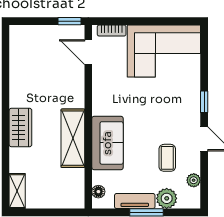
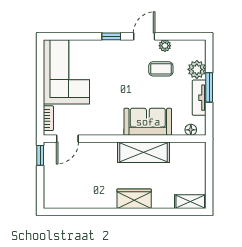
plant: (194, 180) -> (165, 46), moved

